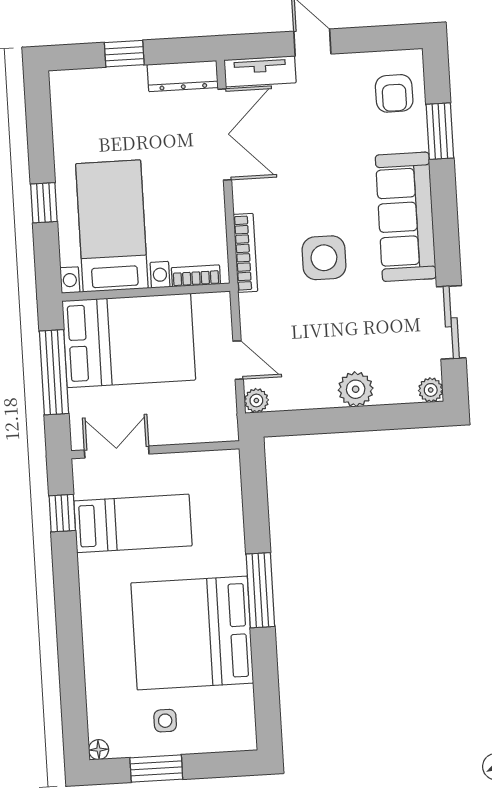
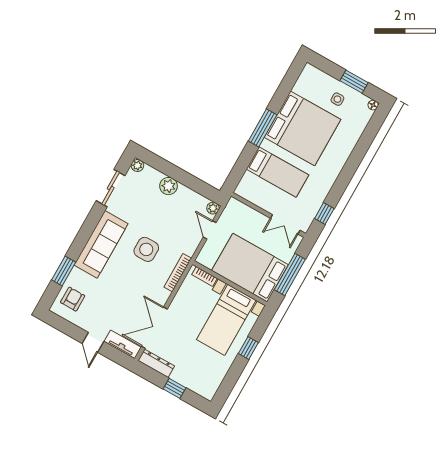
bed: (133, 523) -> (277, 172), moved, turned 180

